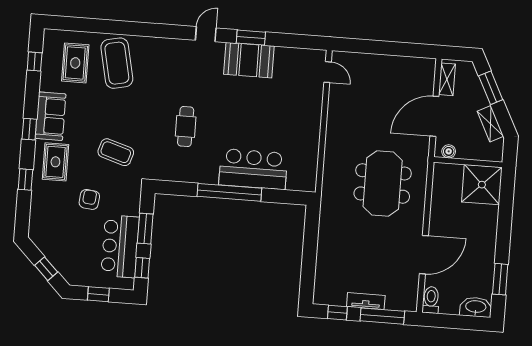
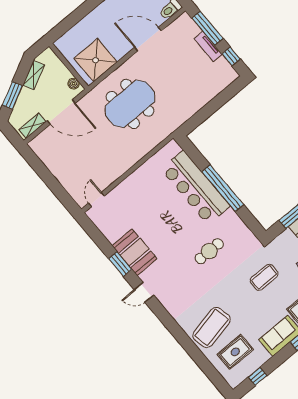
coffee table: (116, 152) -> (264, 277), turned 73
bar counter: (253, 169) -> (196, 188), width x1.36
shower: (482, 185) -> (96, 60), moved

